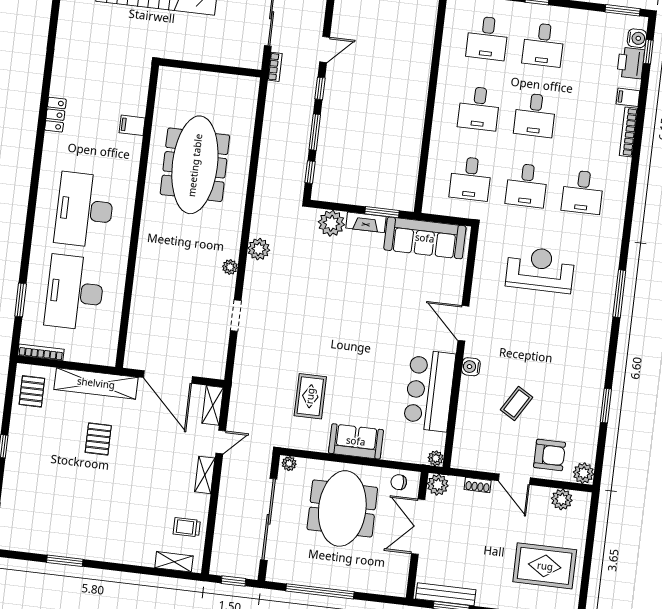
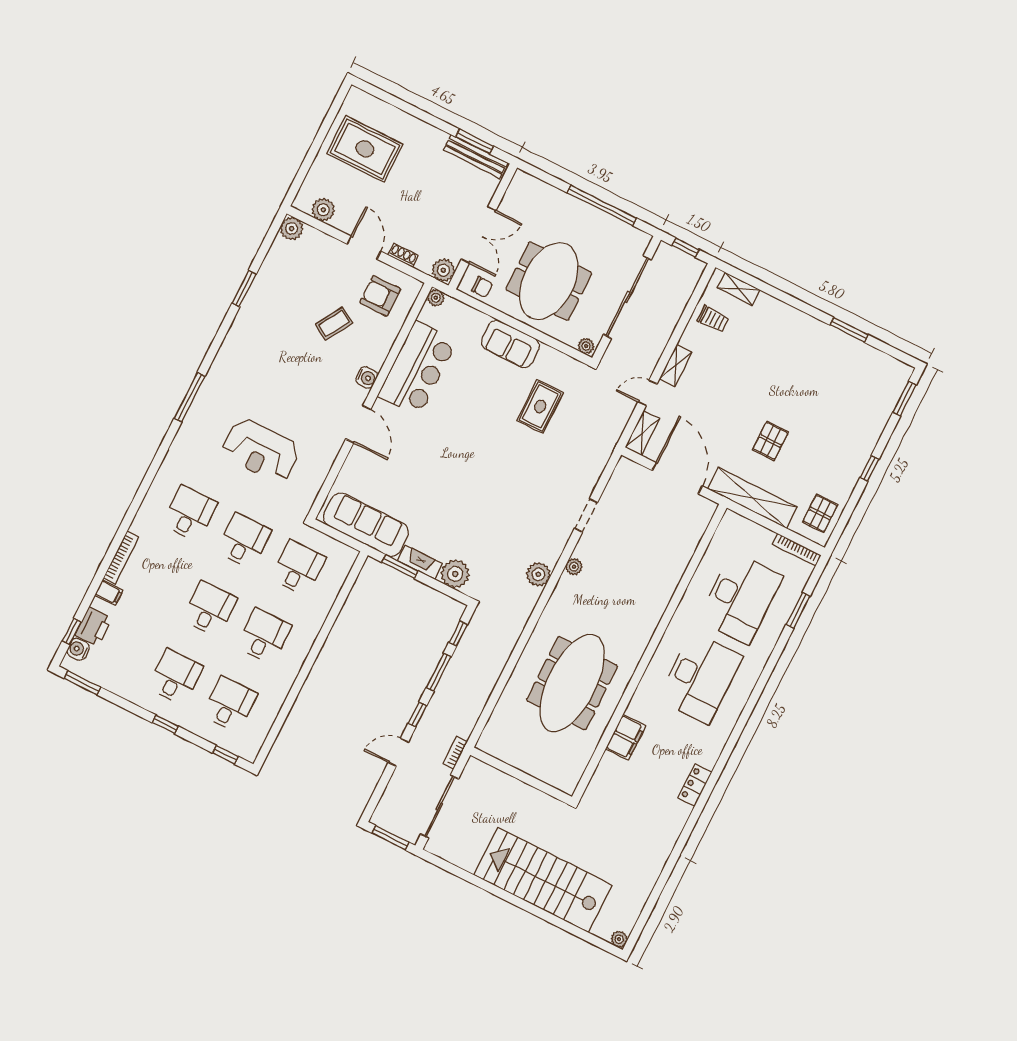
filing cabinet: (132, 125) -> (626, 737), width x2.00
armchair: (550, 455) -> (380, 296), moved

